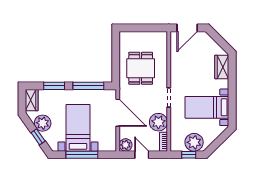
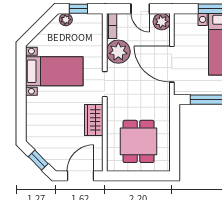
window: (219, 40) -> (38, 160), added
wardrobe: (222, 67) -> (94, 120), moved, turned 180
dining table: (141, 68) -> (139, 141), moved
plant: (194, 142) -> (66, 20), width x0.53, depth x0.53

